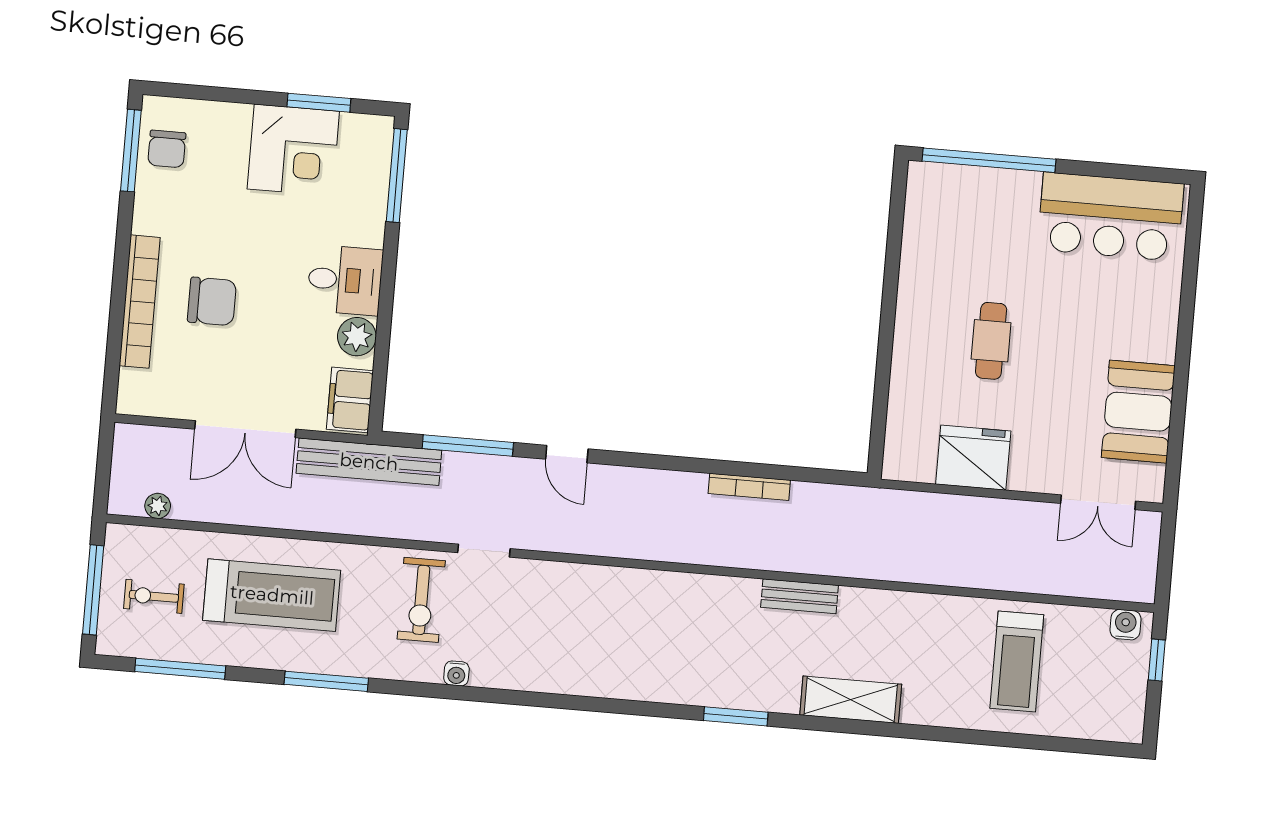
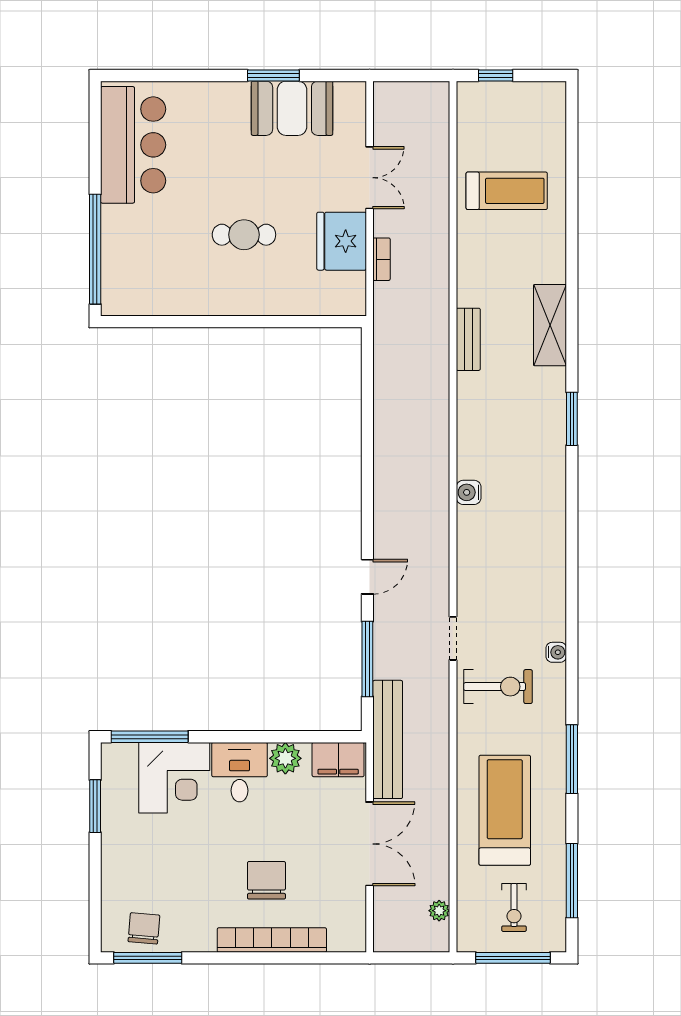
chair: (167, 149) -> (144, 928), turned -85
corner desk: (293, 150) -> (174, 778), moved, turned 90
window: (1180, 393) -> (273, 75), added
bookcase: (749, 487) -> (381, 259), moved, width x0.64
double door: (1098, 502) -> (370, 178), moved
bench: (800, 596) -> (468, 339), moved
water cooler: (1125, 625) -> (469, 492), moved

